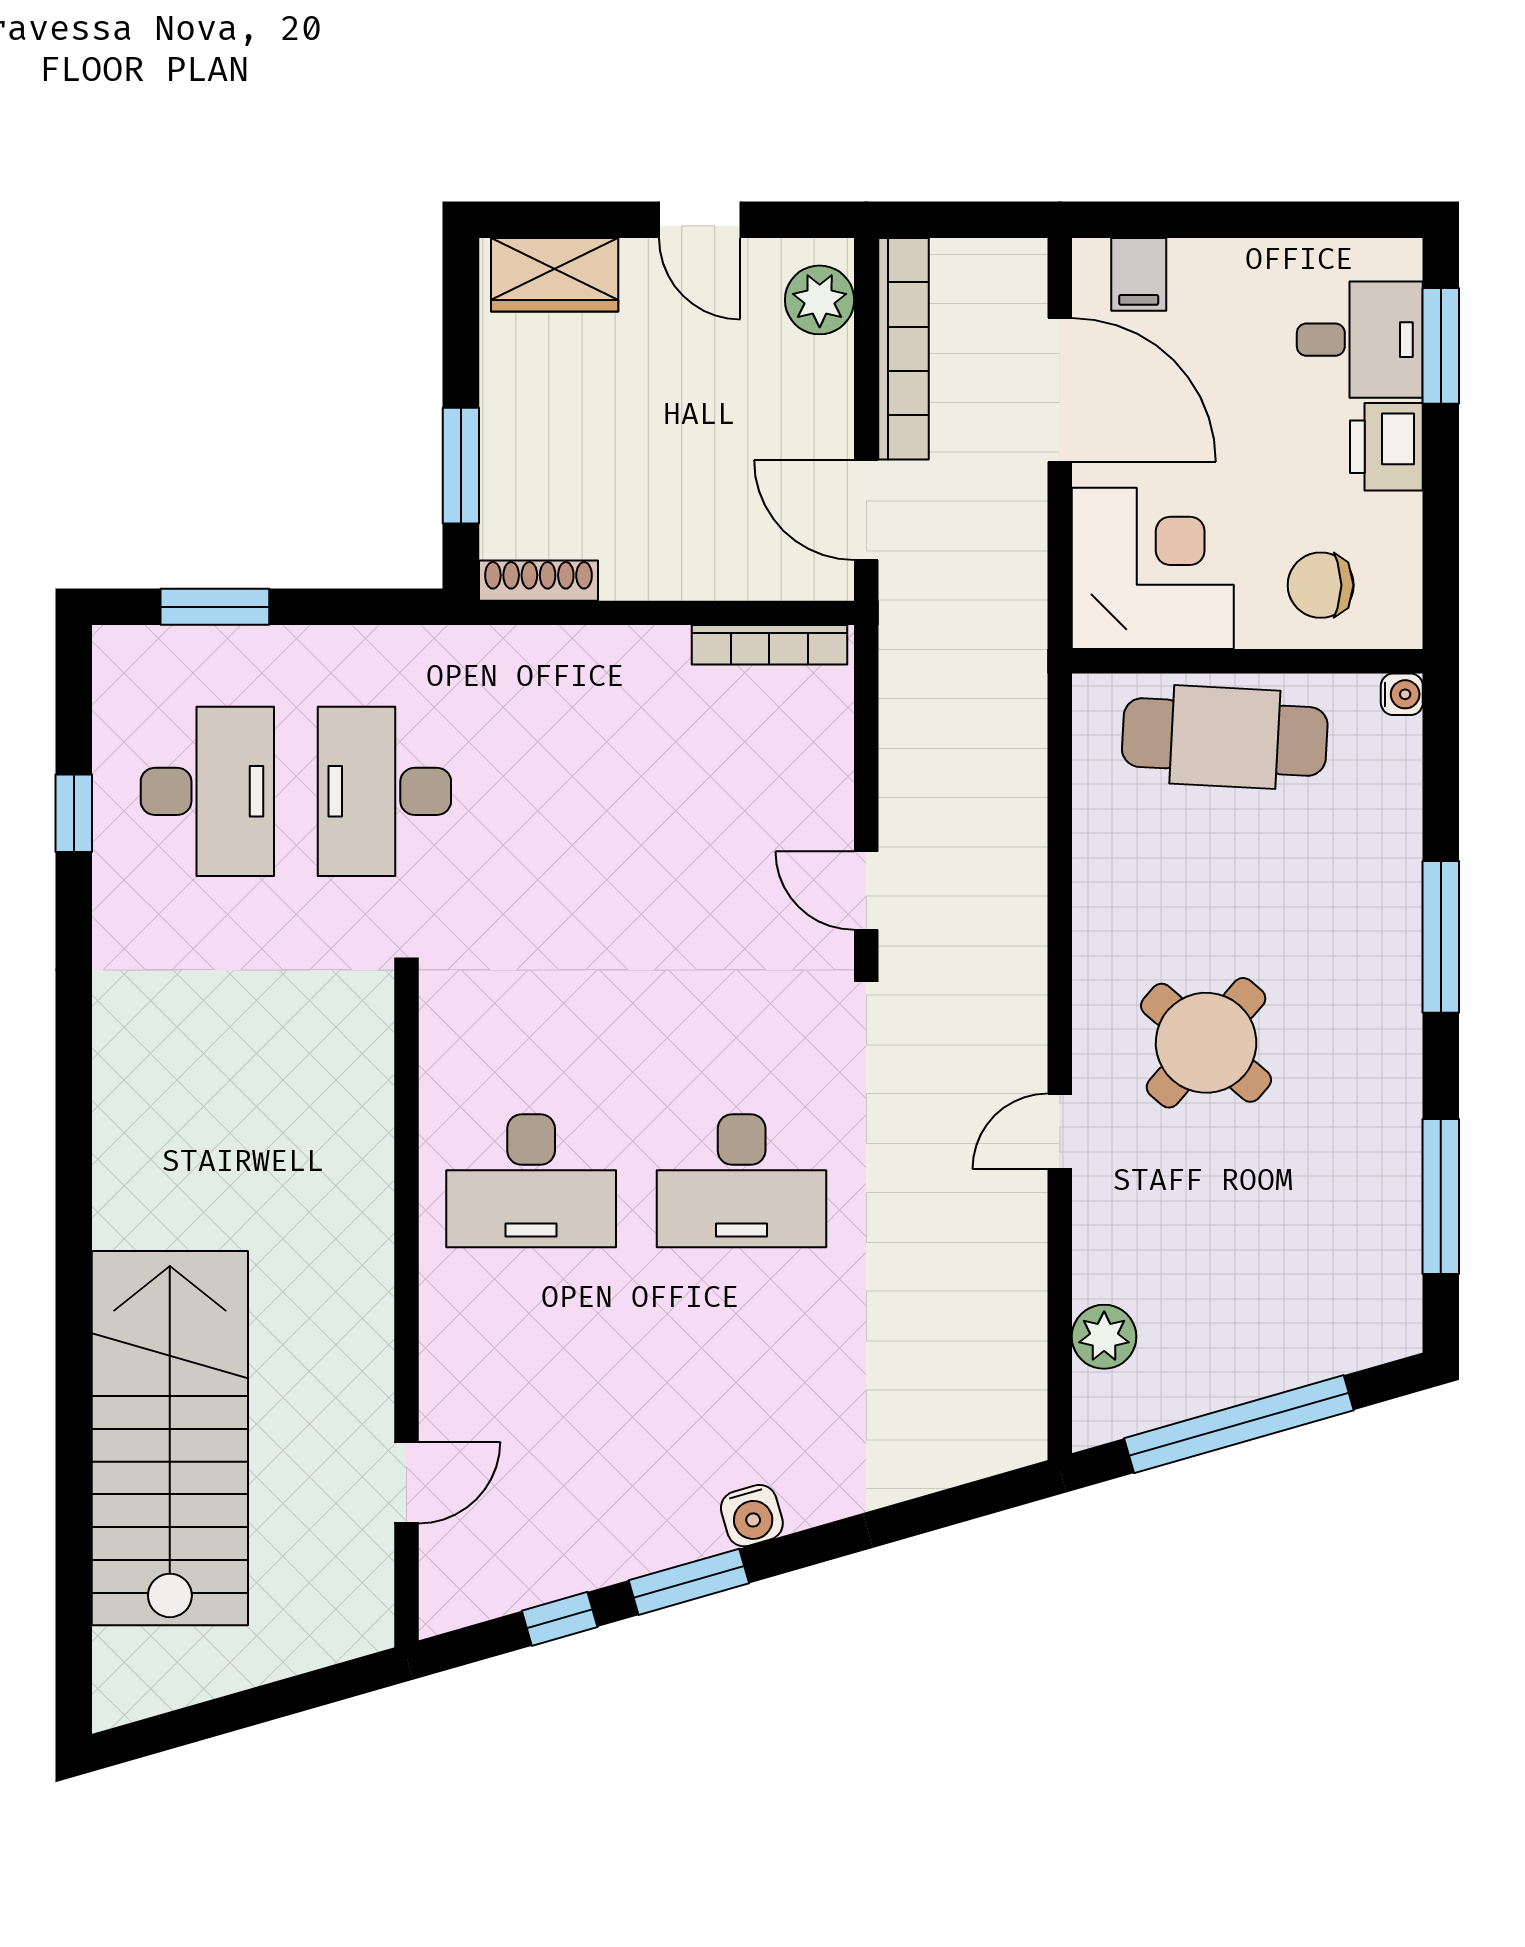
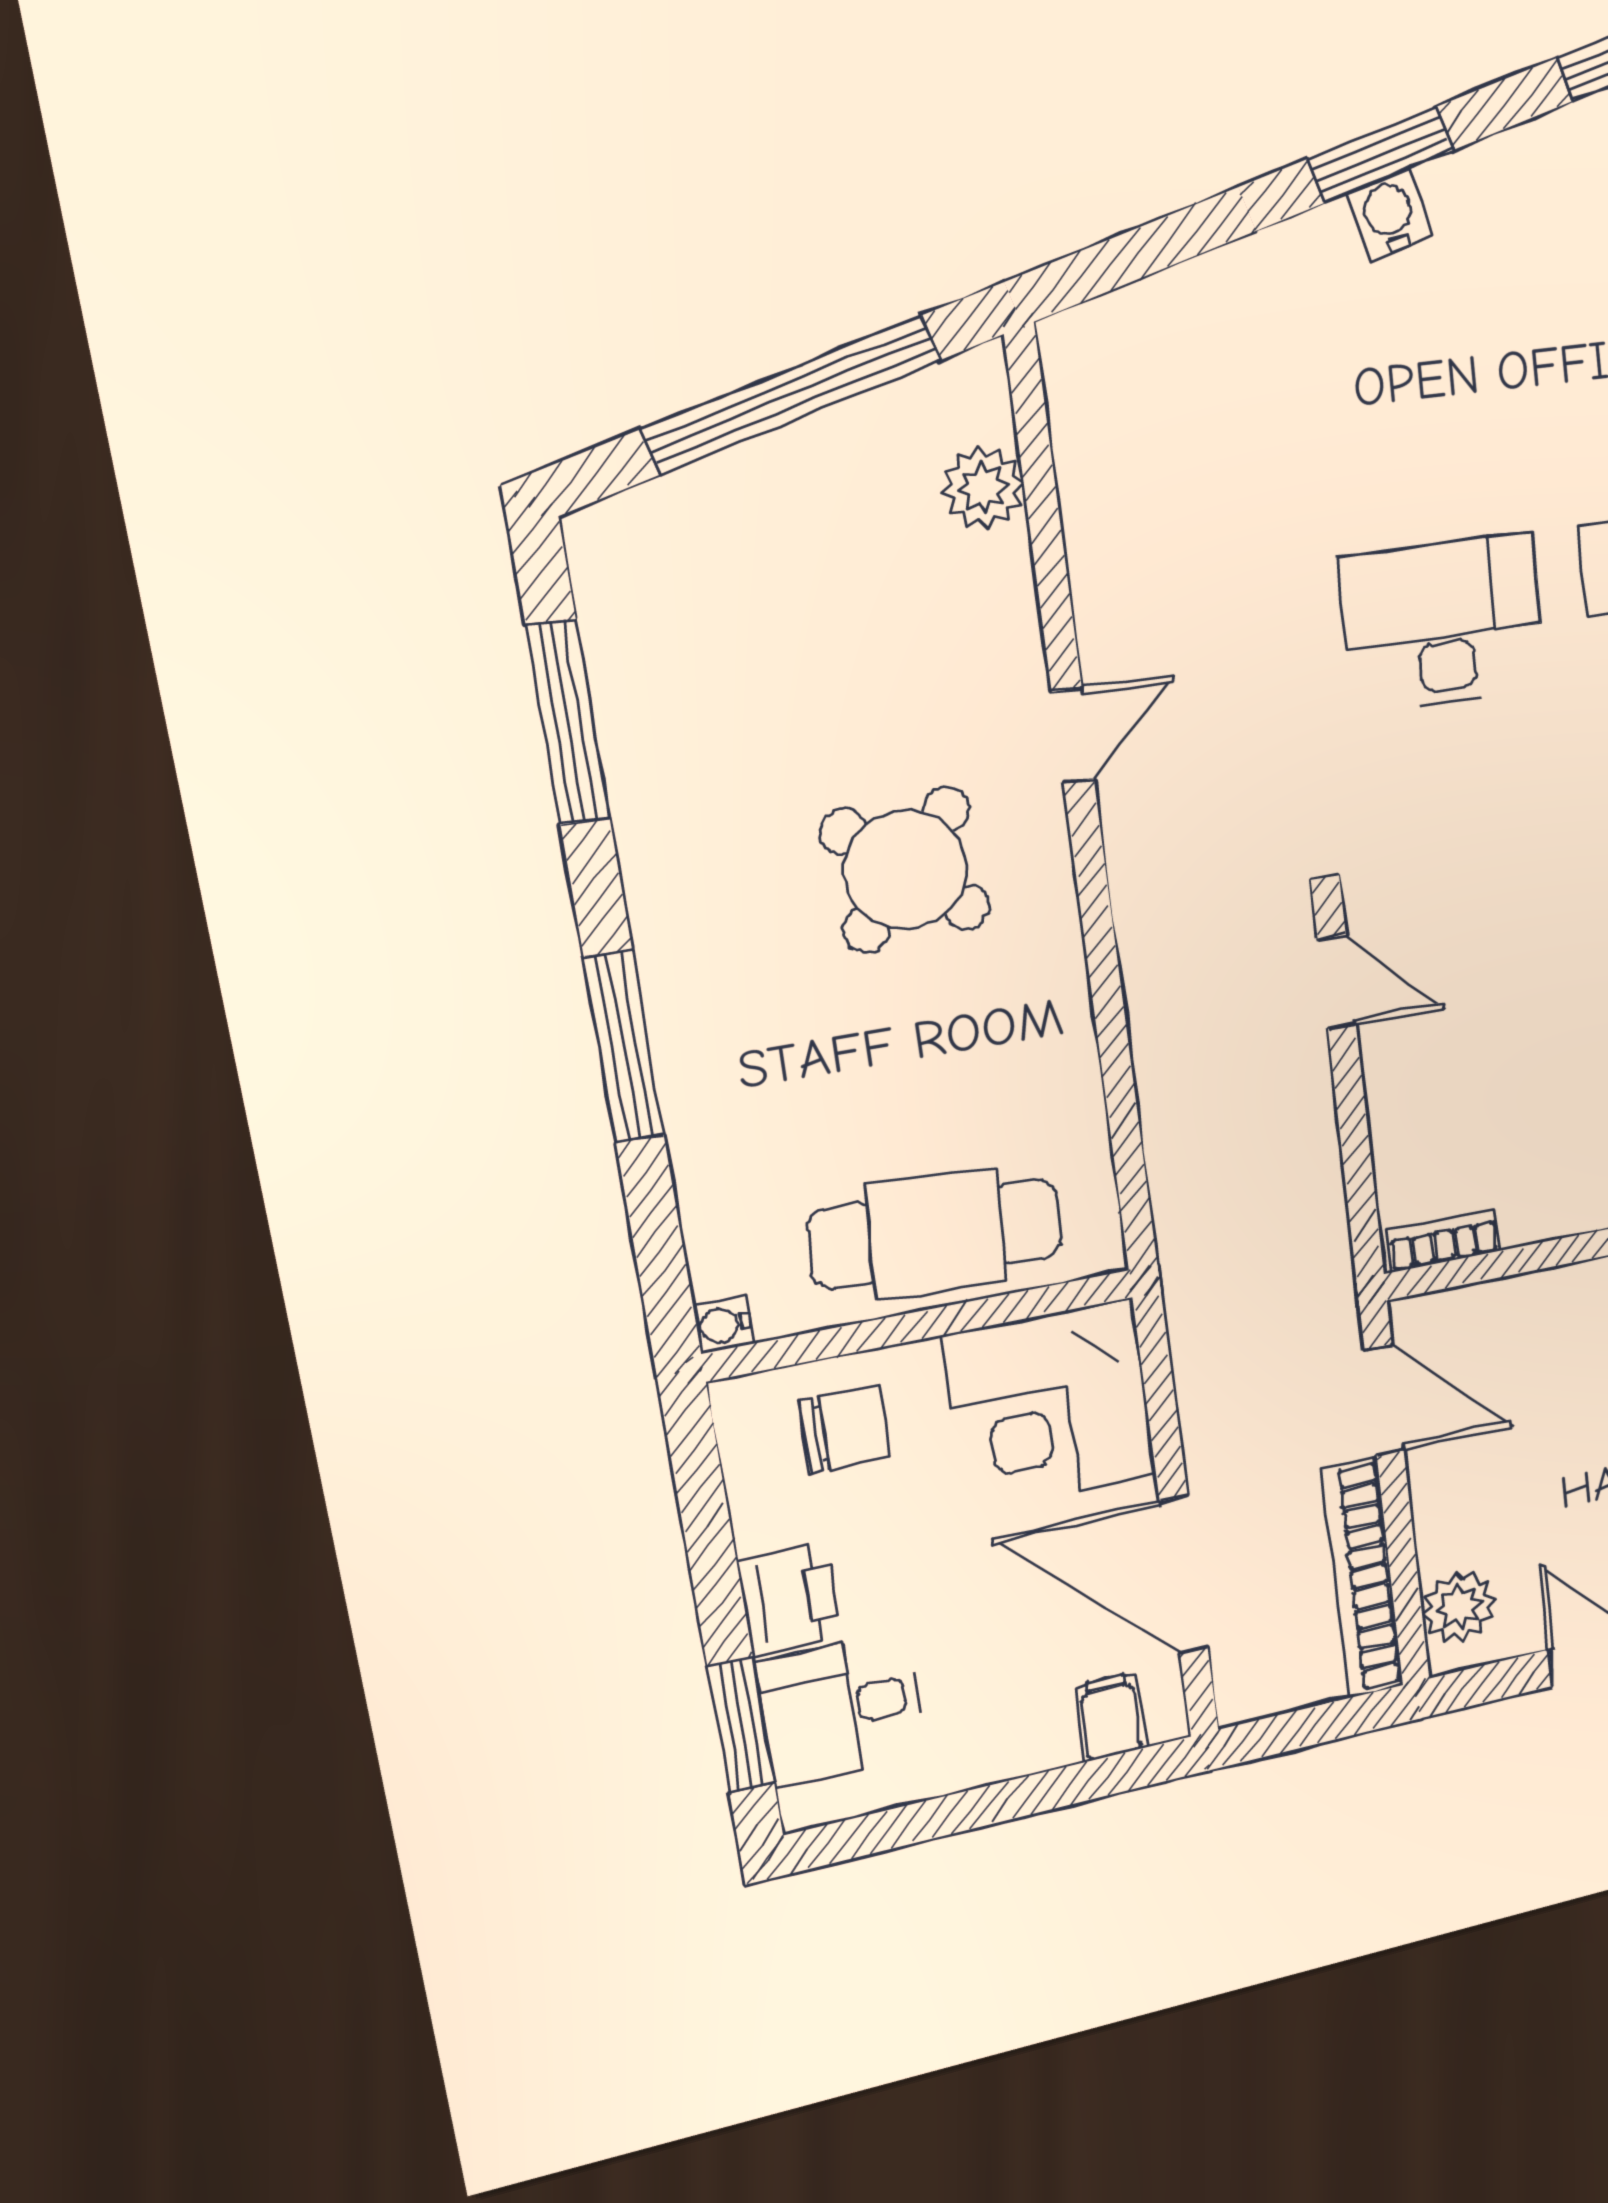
bookcase: (769, 645) -> (1444, 1240), width x0.64
window: (689, 1582) -> (1381, 155), moved

